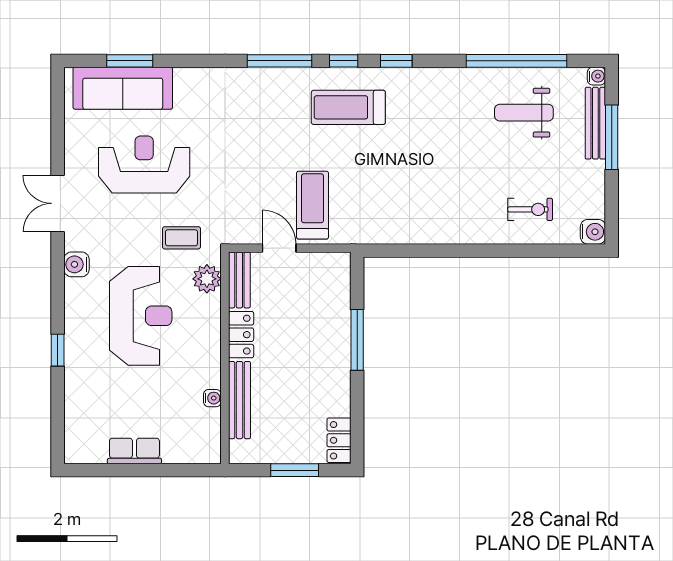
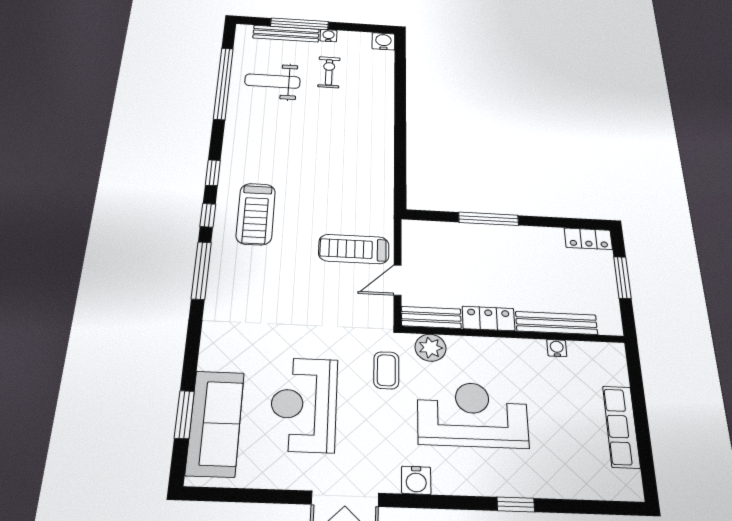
water cooler: (596, 76) -> (328, 36), moved
weight bench: (524, 113) -> (273, 81), turned 90
exercise bike: (530, 209) -> (329, 72), moved
row of seats: (134, 451) -> (621, 427), width x1.48

